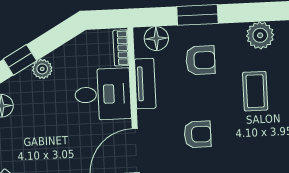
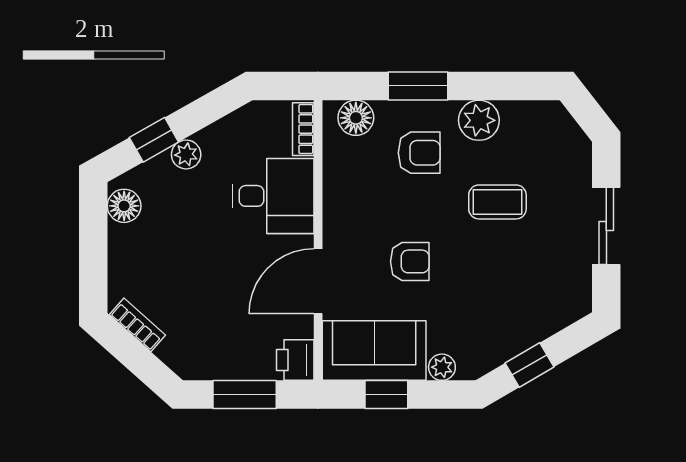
plant: (260, 35) -> (479, 120), moved
tv unit: (145, 84) -> (336, 183), removed
coffee table: (255, 91) -> (497, 202), turned 90

